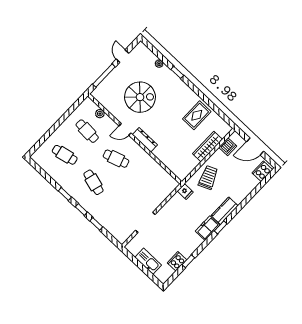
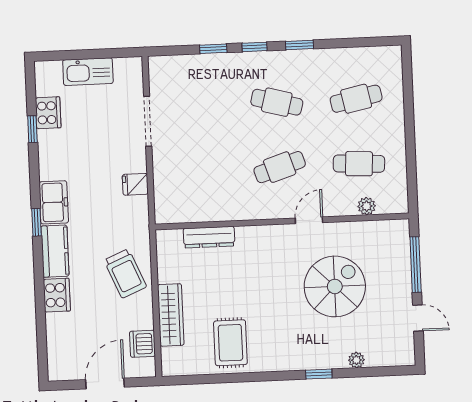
spiral stairs: (140, 97) -> (335, 286), turned 180
dresser: (145, 140) -> (209, 237), moved
cooker: (262, 171) -> (57, 295), moved
fridge: (185, 191) -> (135, 184), moved

